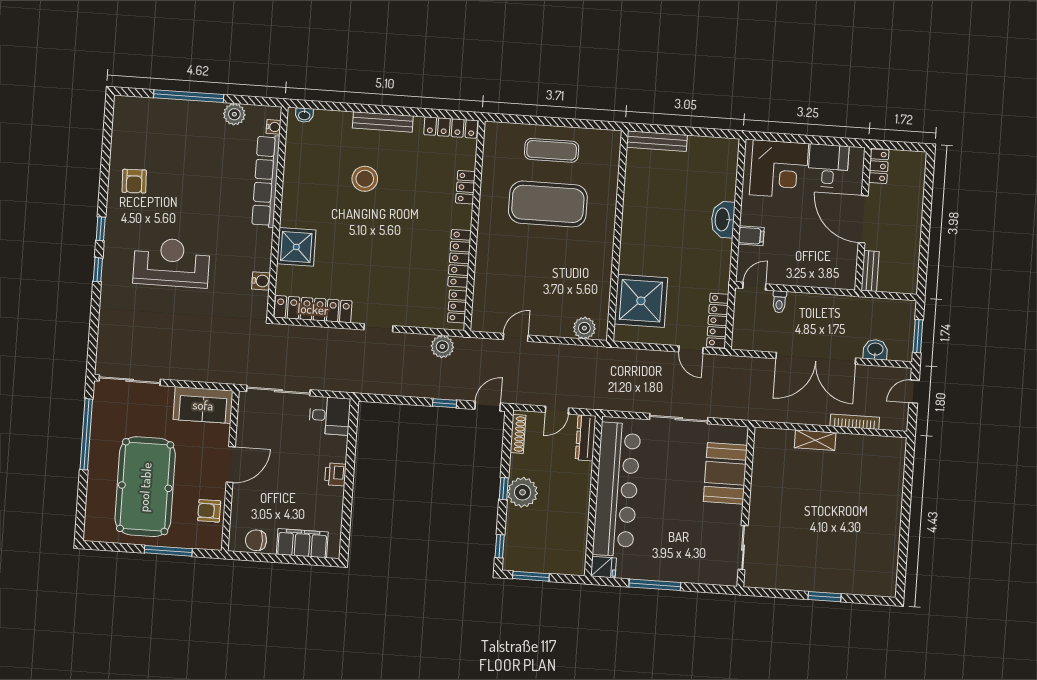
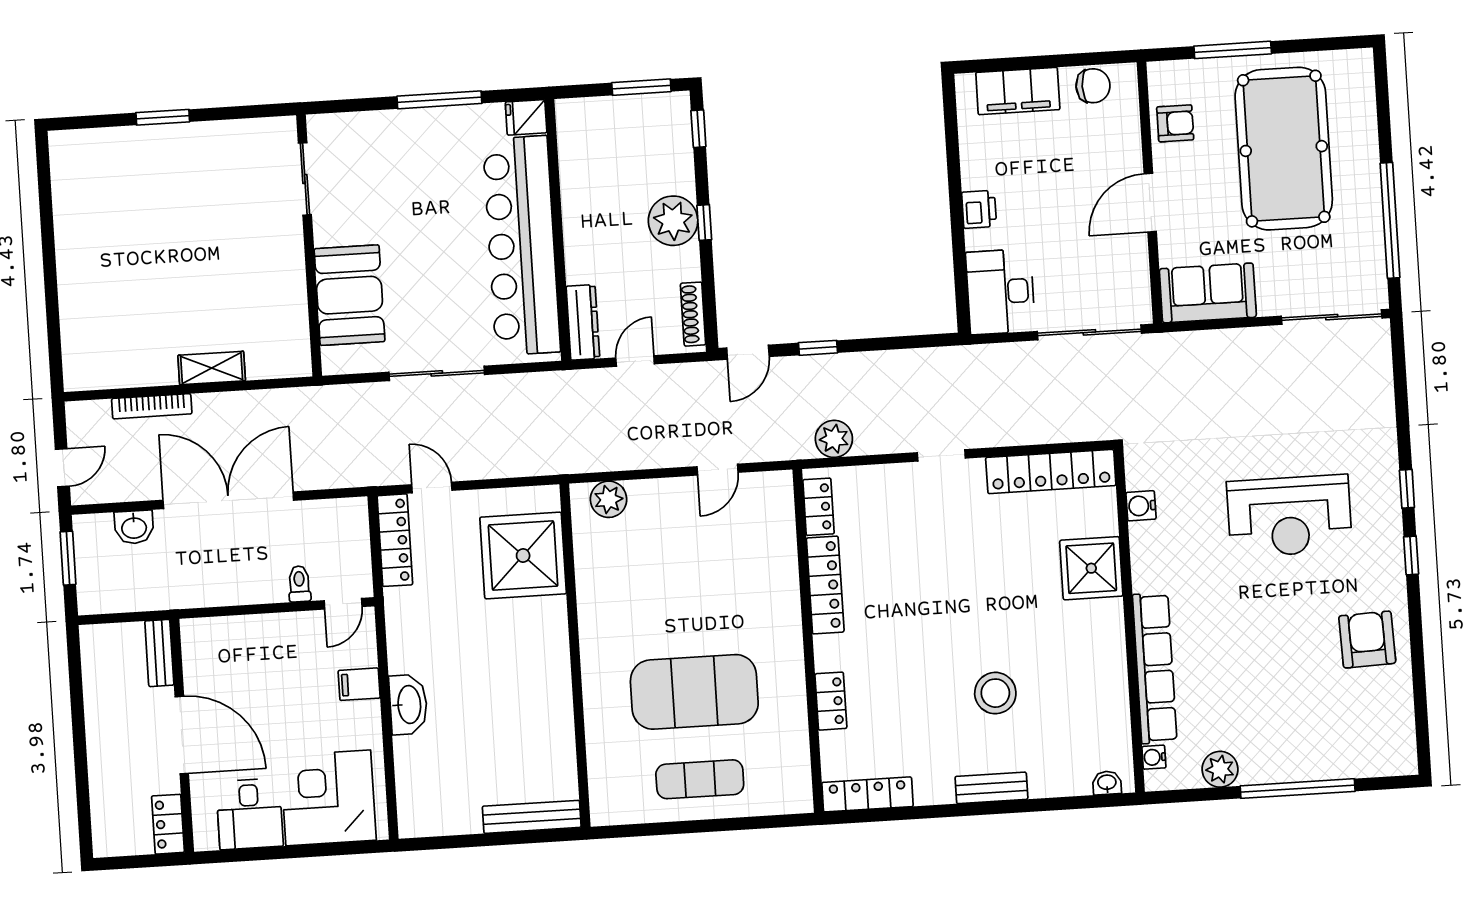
bench: (383, 122) -> (991, 788), width x0.73
armchair: (134, 181) -> (1367, 640), width x1.38, depth x1.38
desk: (330, 416) -> (1000, 292), width x1.37

